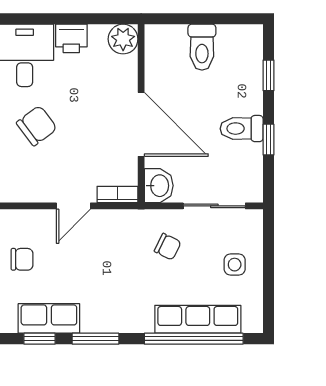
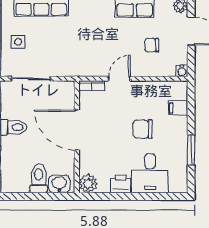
chair: (37, 126) -> (142, 129), turned 37
washbasin: (159, 186) -> (59, 184), moved, turned 90
chair: (168, 247) -> (60, 53), removed

